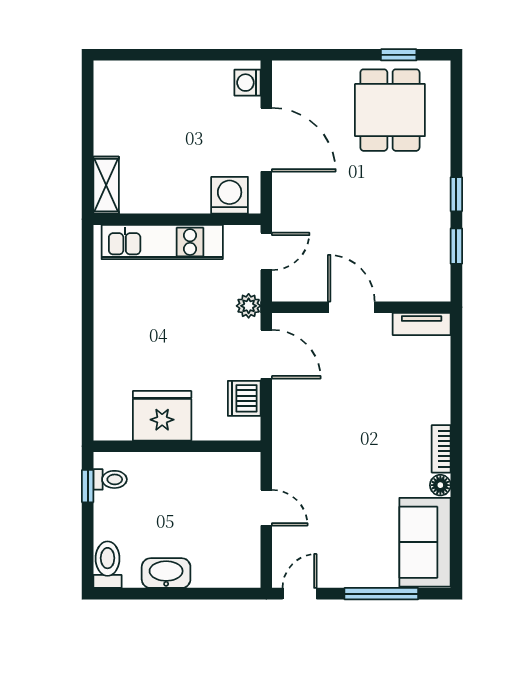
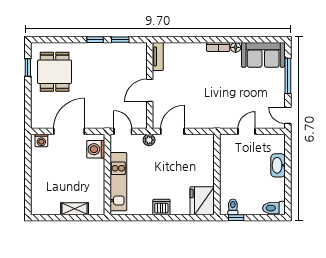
dining table: (390, 110) -> (55, 72), turned 90
shelving: (106, 185) -> (75, 209), moved
dishwasher: (244, 398) -> (161, 207), moved, turned 180
fridge: (162, 416) -> (202, 201), moved
washbasin: (166, 573) -> (278, 165), moved

